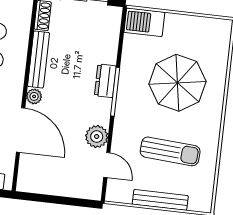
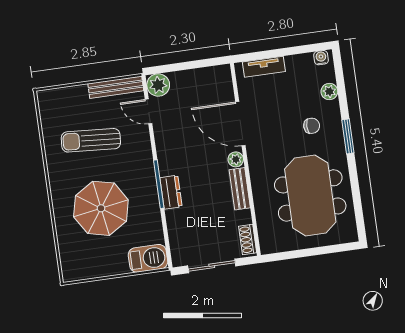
bench: (38, 59) -> (240, 189), width x0.73
plant: (97, 137) -> (158, 85), moved
bench: (160, 200) -> (116, 87), moved

